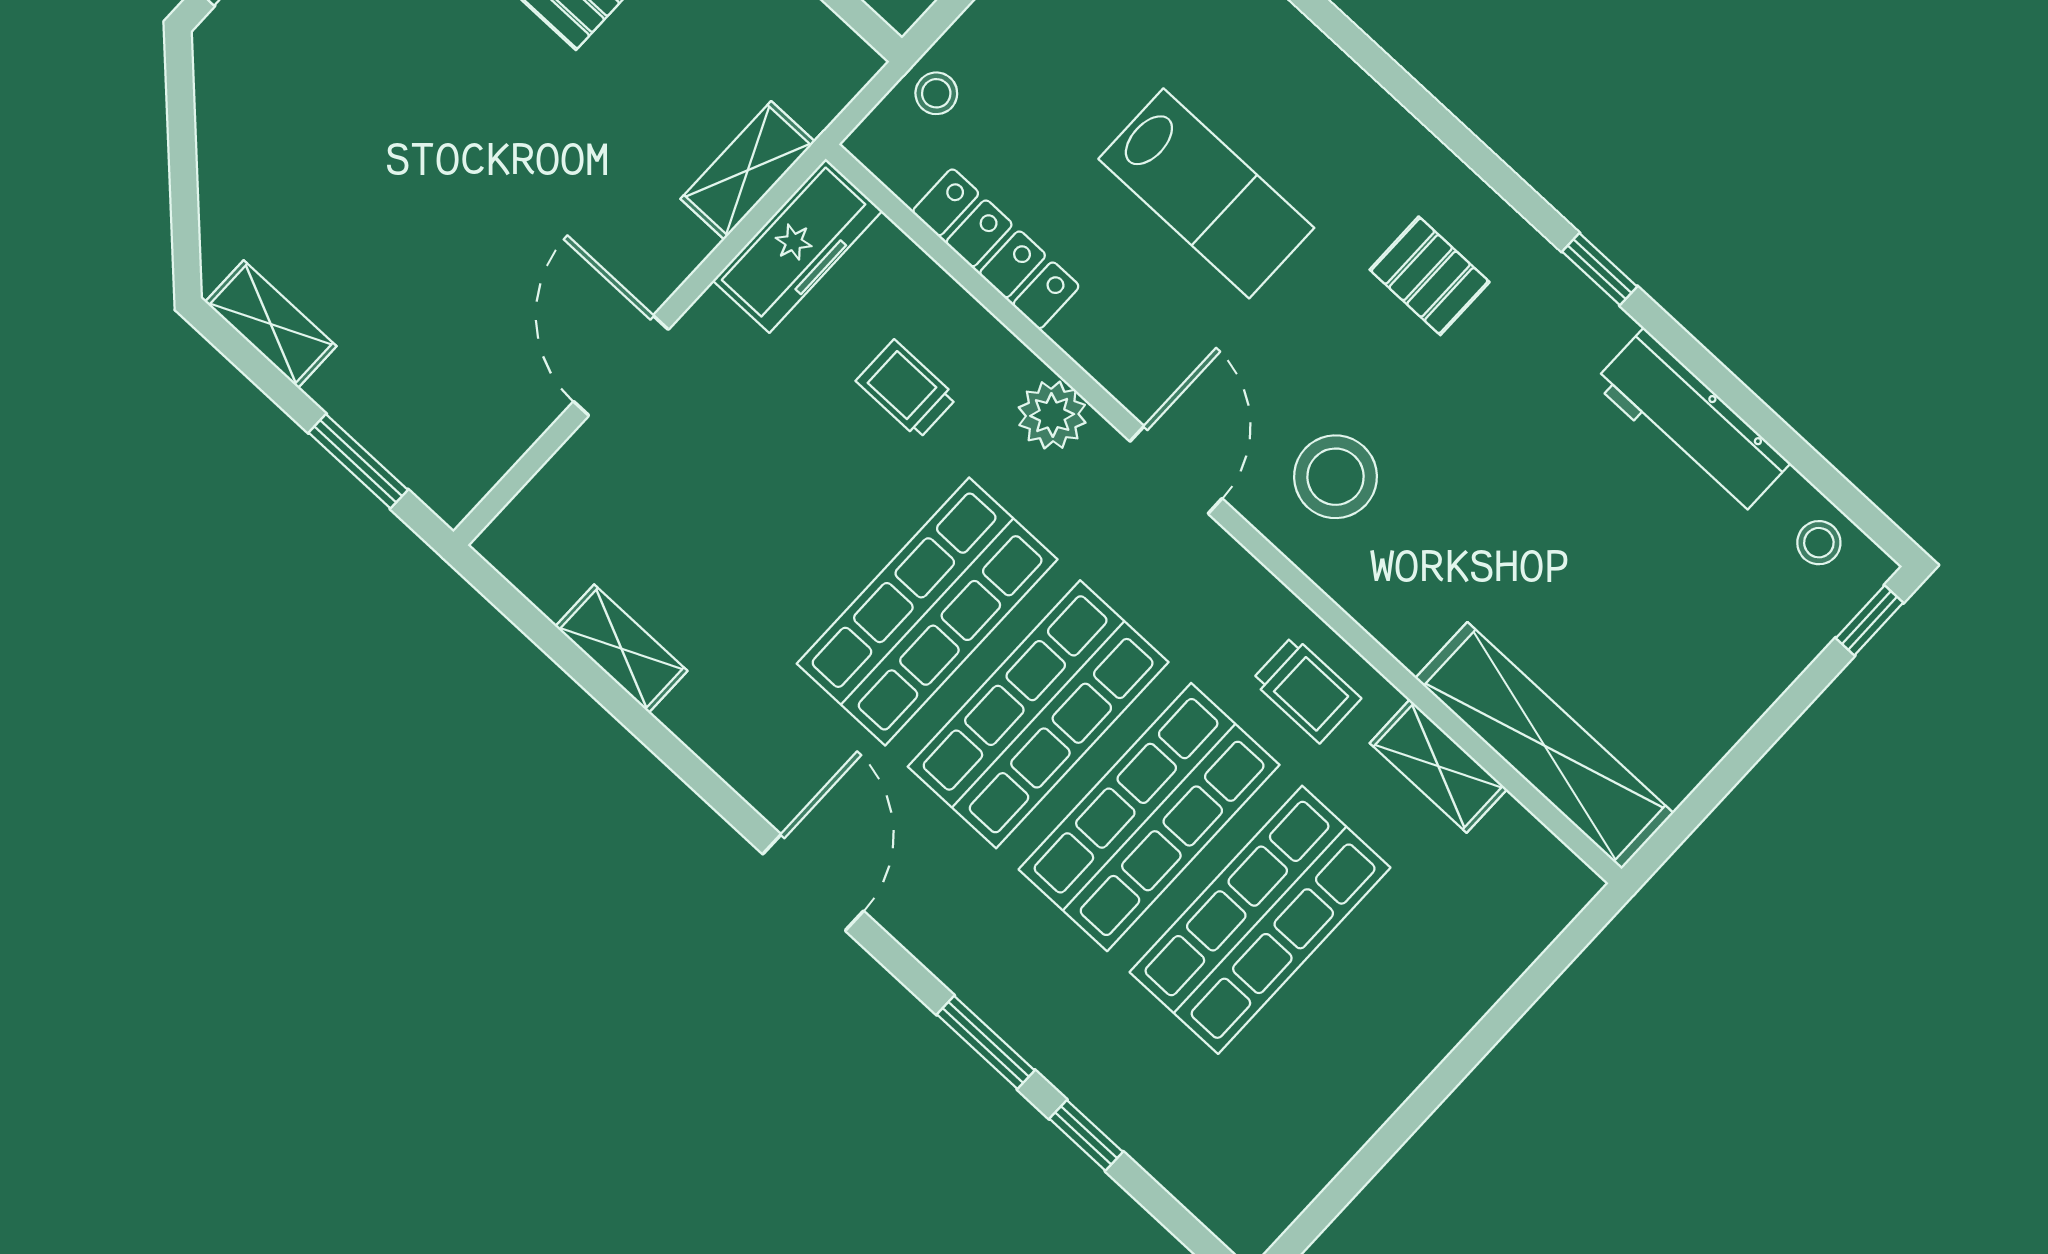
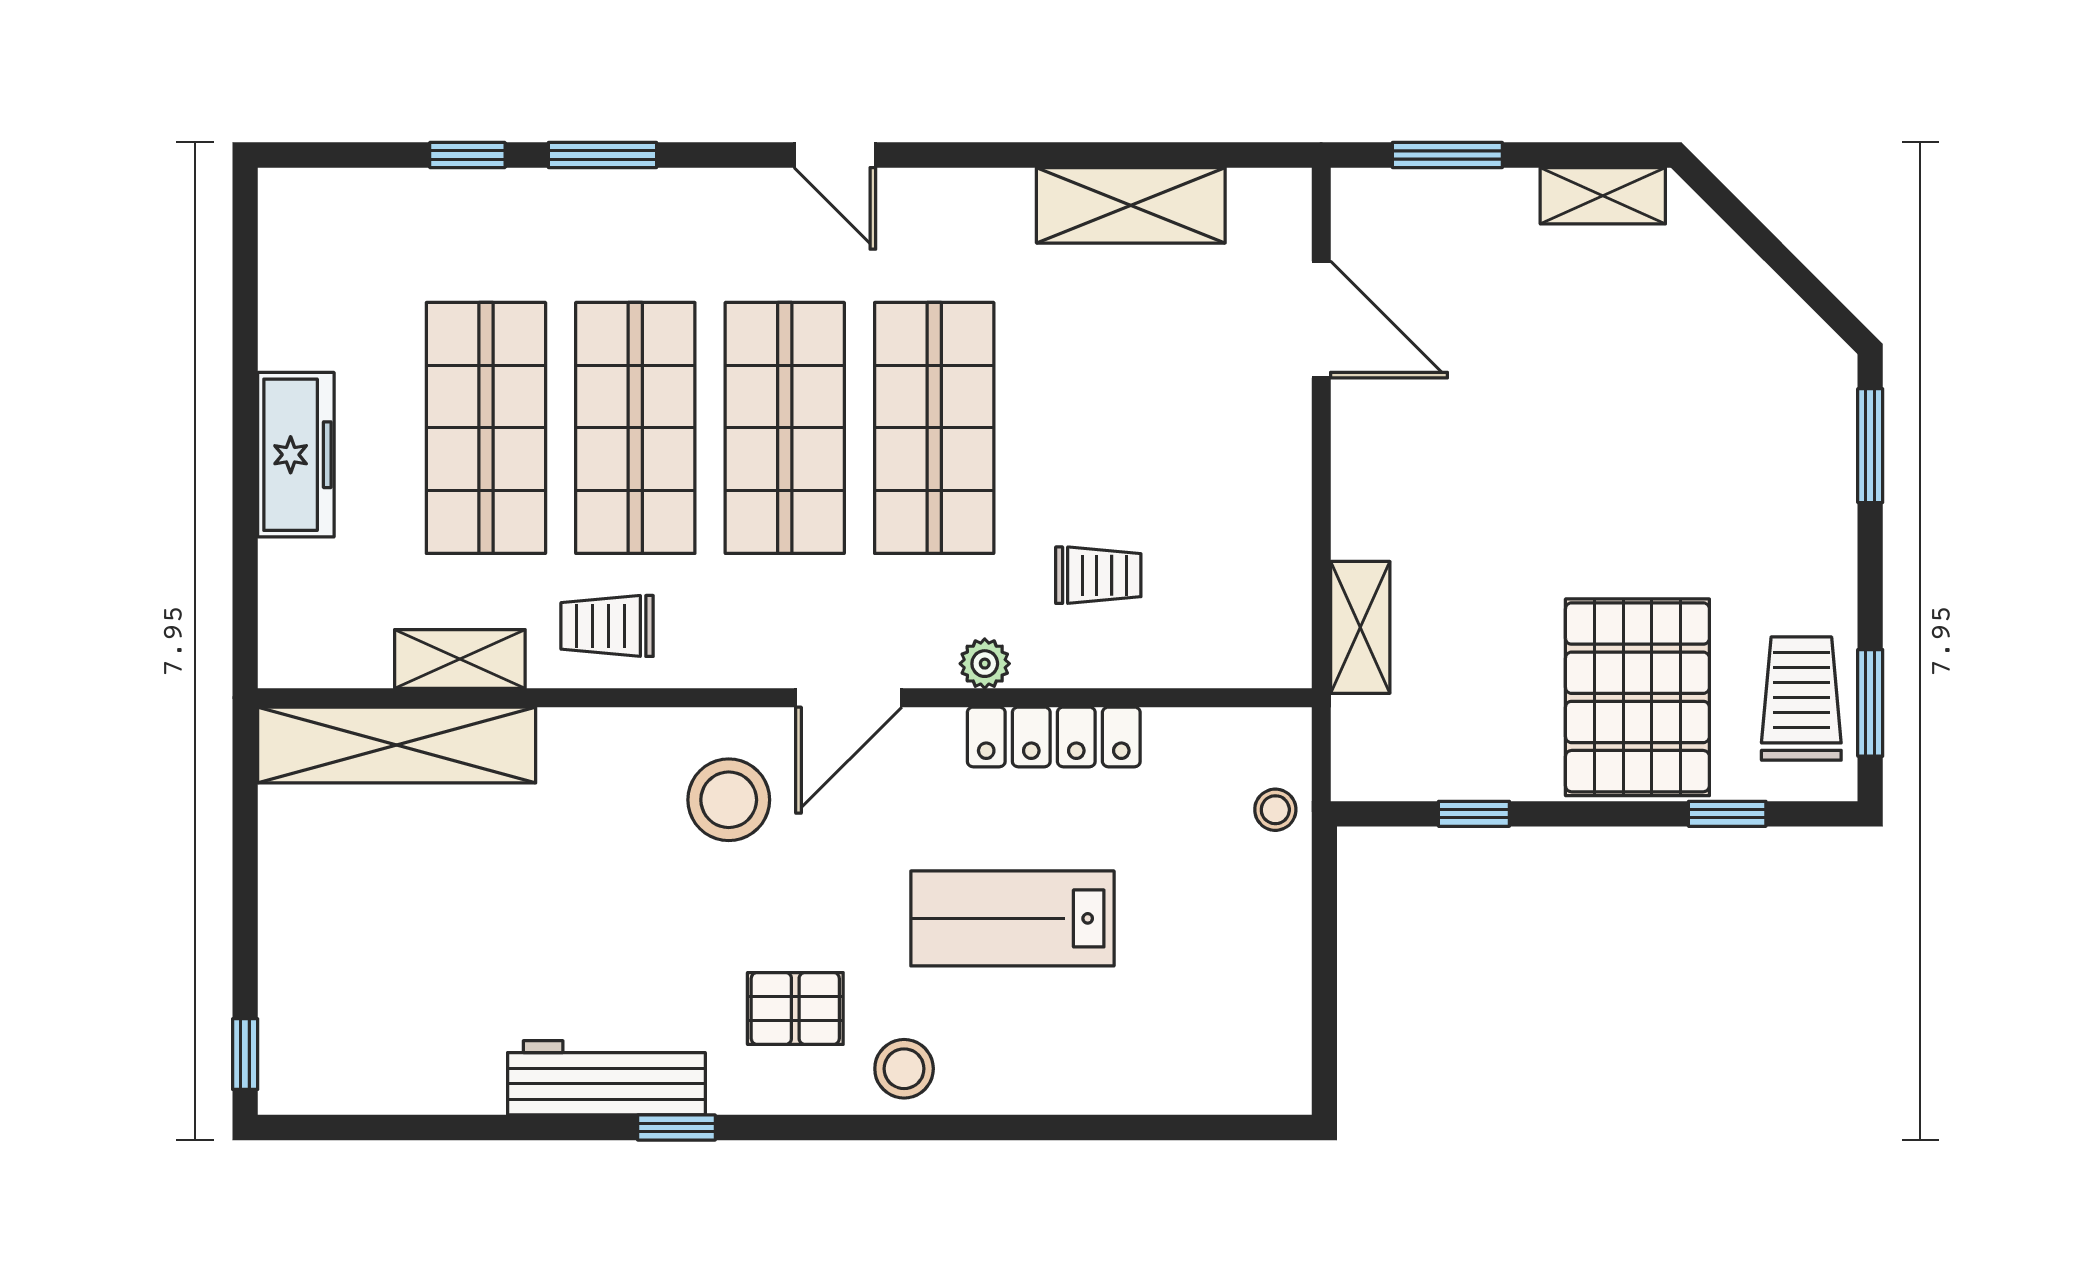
freezer: (798, 246) -> (296, 455), moved, turned 180
locker: (996, 249) -> (1054, 737), moved
door: (621, 365) -> (1321, 320), moved
plant: (1052, 415) -> (985, 664), width x0.73, depth x0.73
workbench: (1692, 423) -> (606, 1078), moved
door: (1176, 470) -> (849, 698), hinge flipped
stool: (1819, 543) -> (904, 1069), moved, width x1.37, depth x1.37
shelving: (621, 649) -> (1131, 205), width x1.50, depth x1.33
door: (813, 883) -> (835, 155), width x0.73

